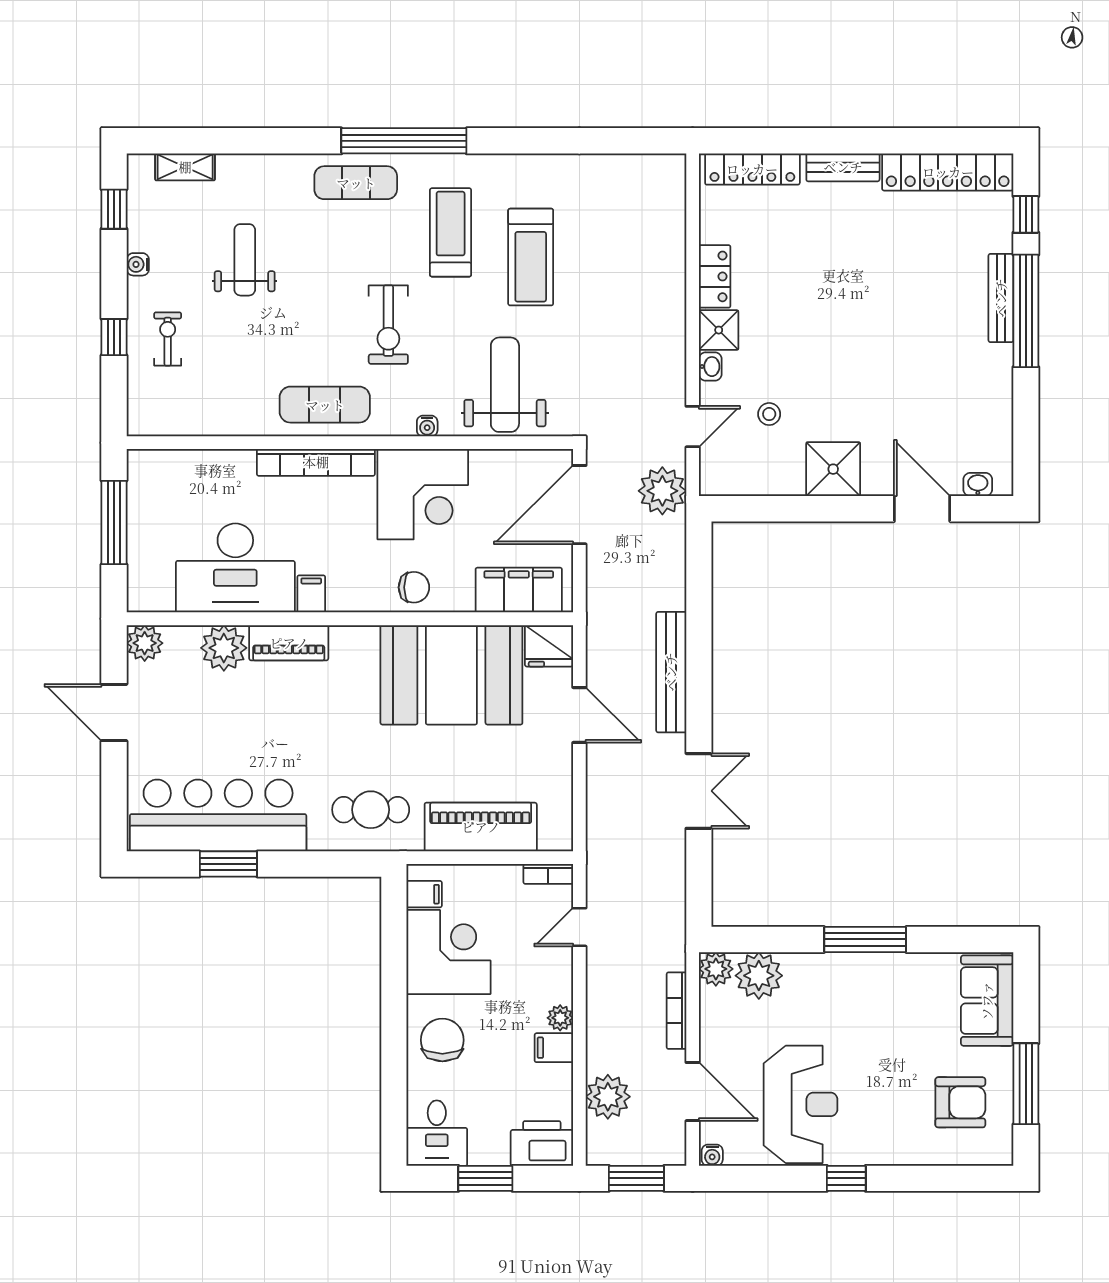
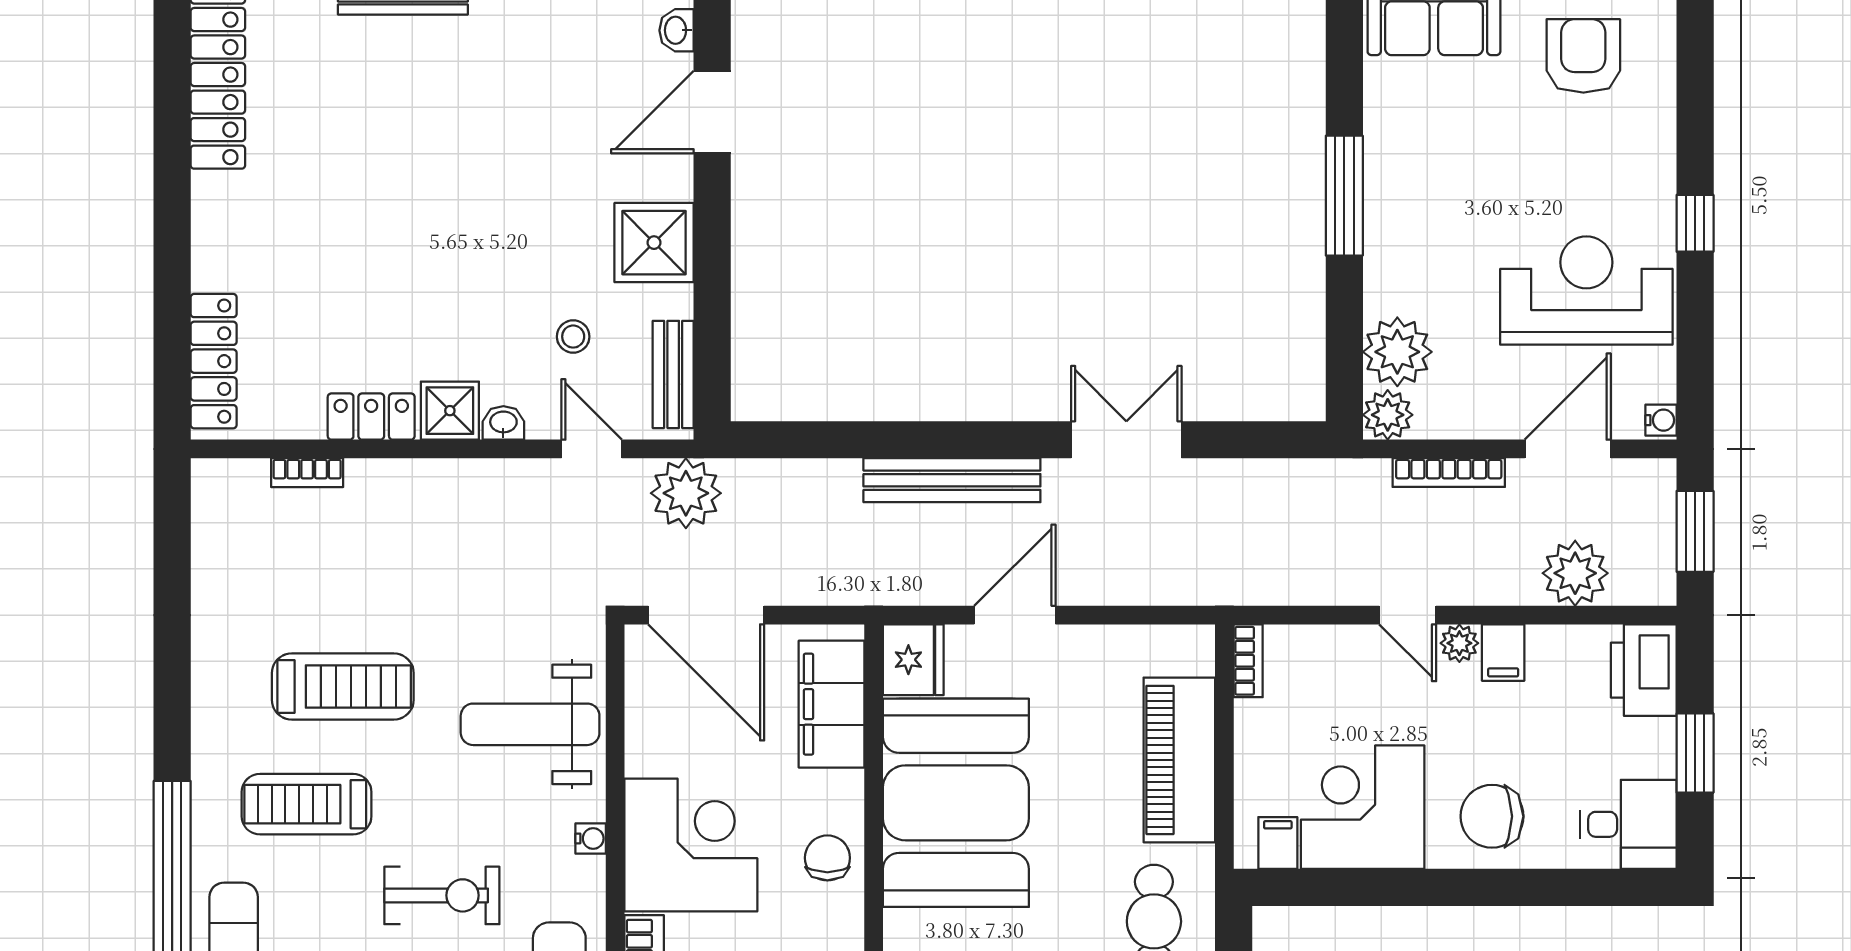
bench: (843, 167) -> (673, 374), moved
bookcase: (676, 233) -> (307, 473), added
door: (579, 927) -> (1408, 615), moved

